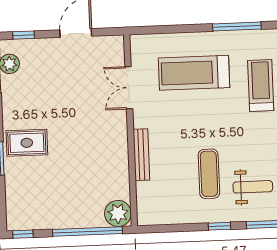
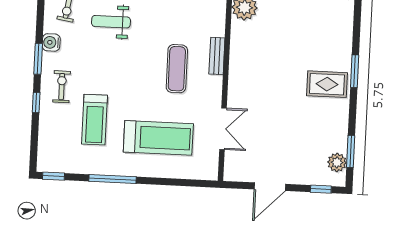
bench: (141, 155) -> (217, 56), width x0.73
exercise mat: (209, 174) -> (177, 69), moved

